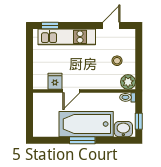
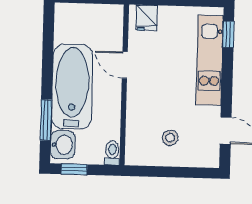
fridge: (55, 81) -> (147, 18), moved, turned 90
plant: (128, 82) -> (136, 154), removed
window: (82, 140) -> (46, 120), moved

